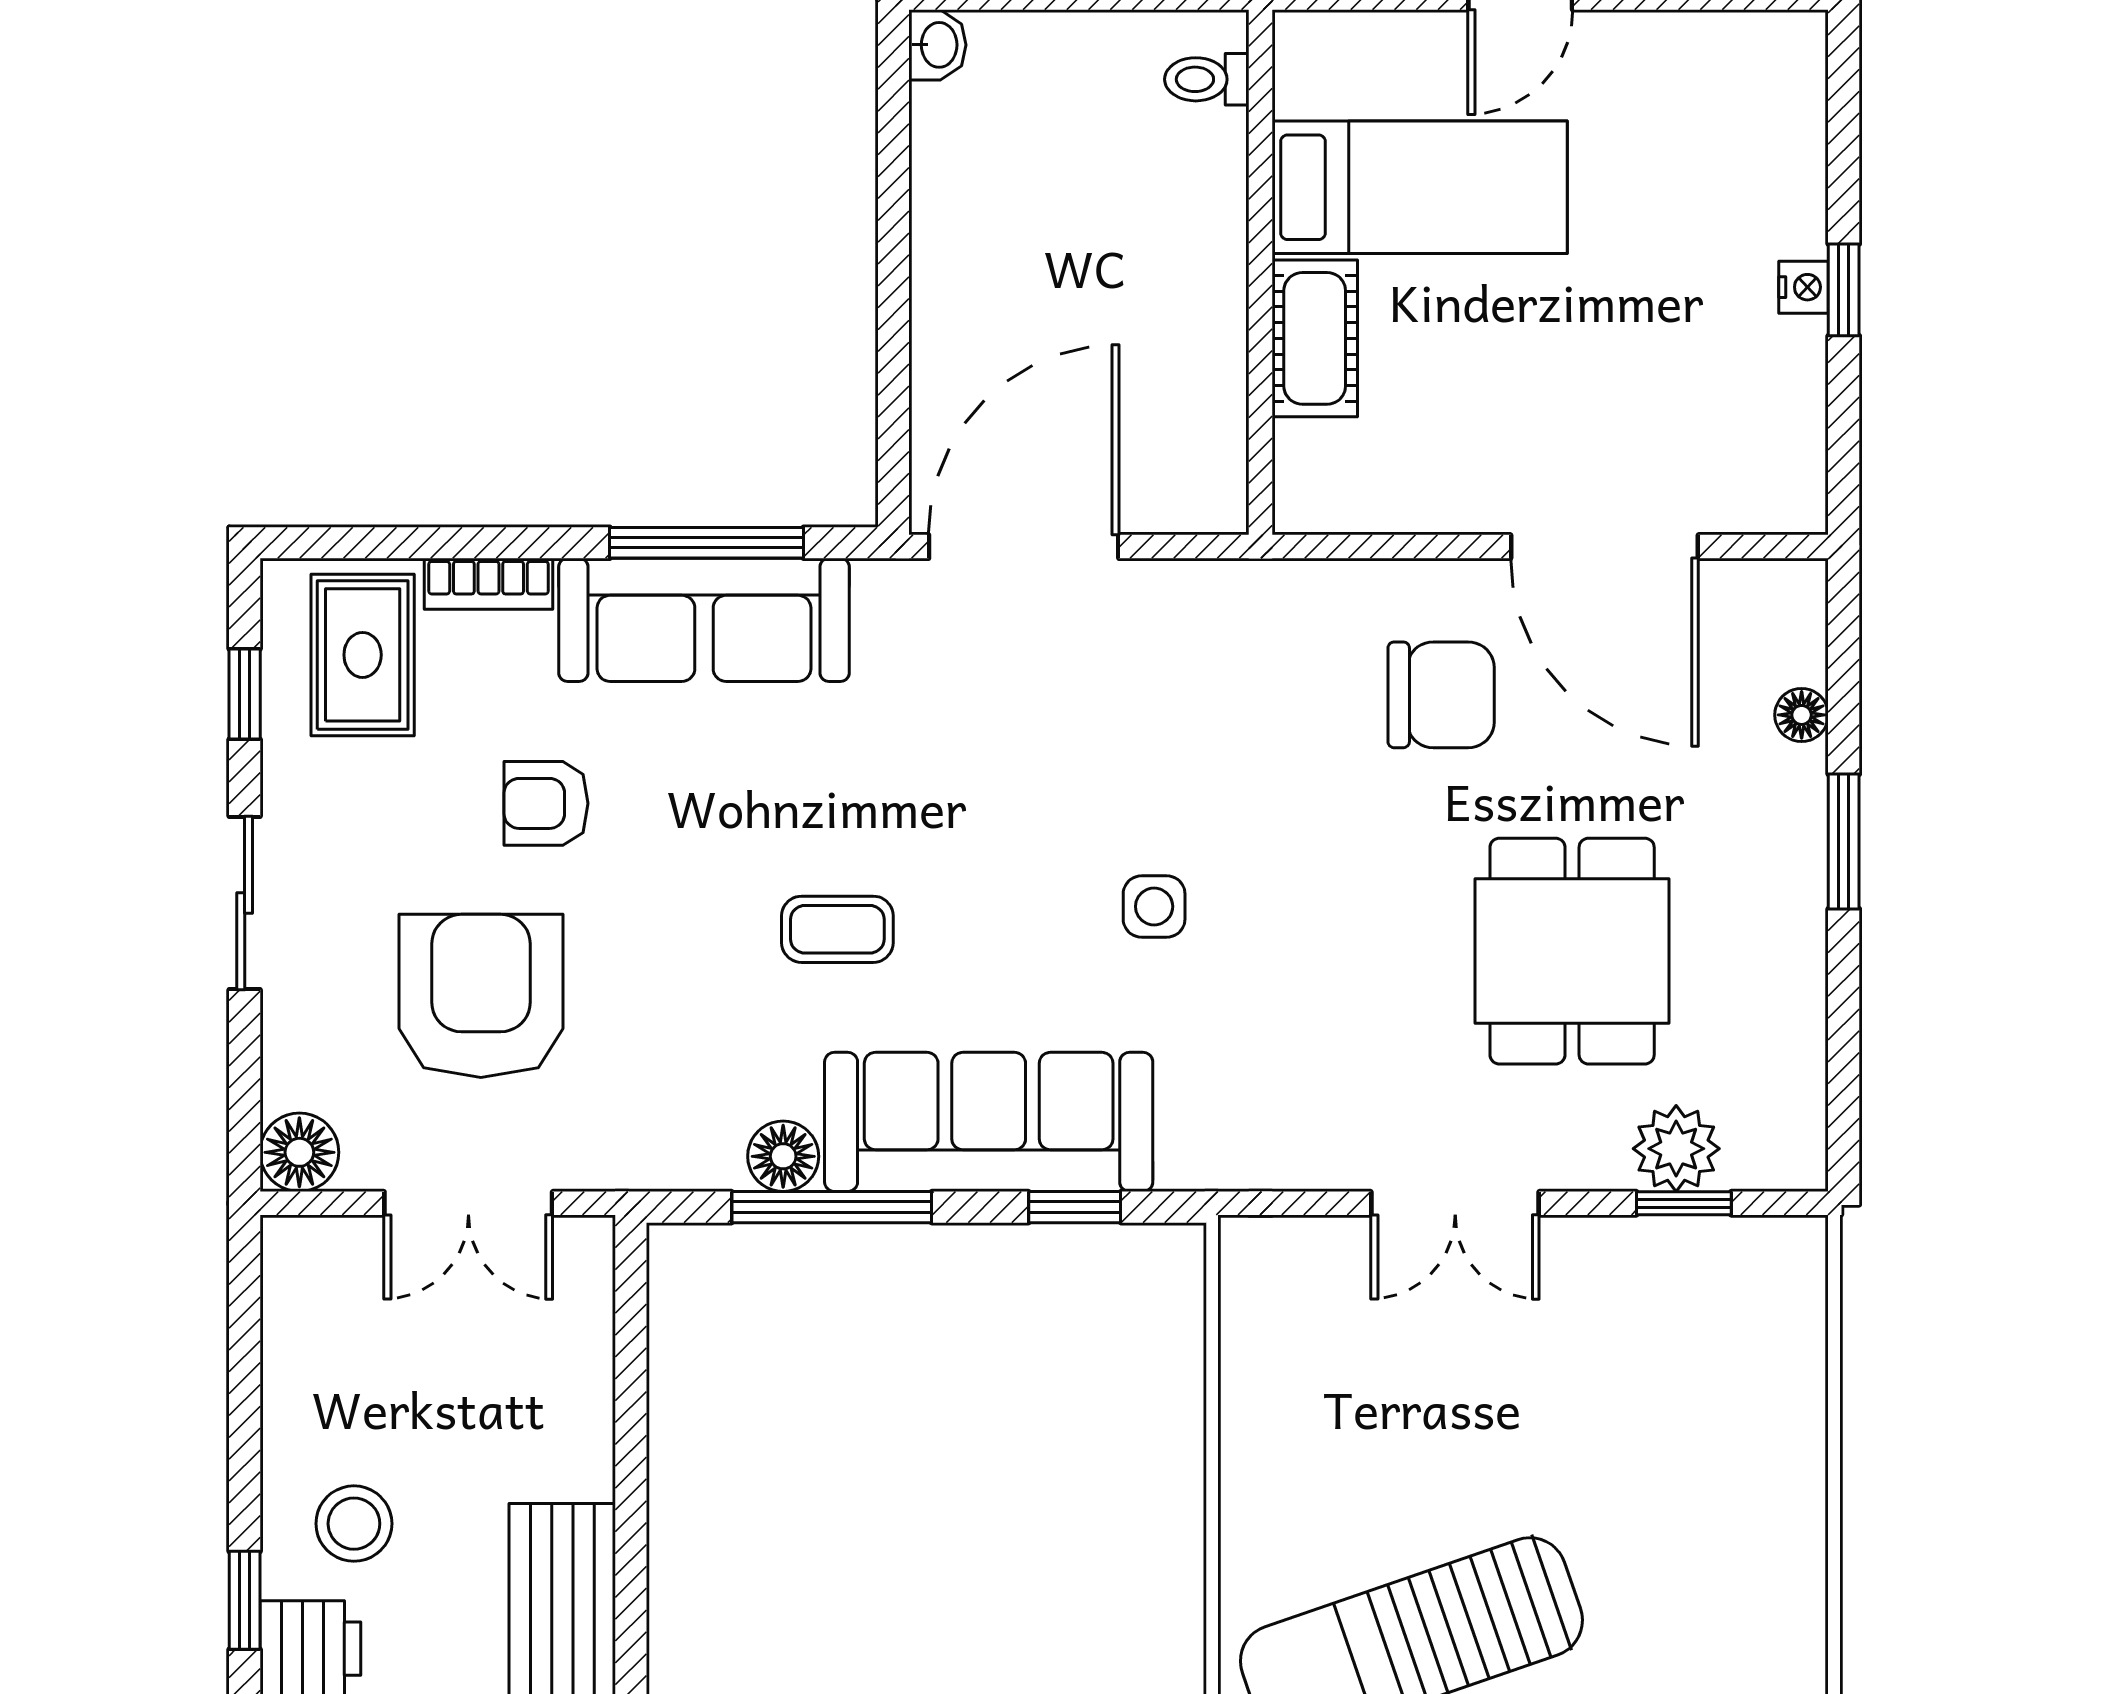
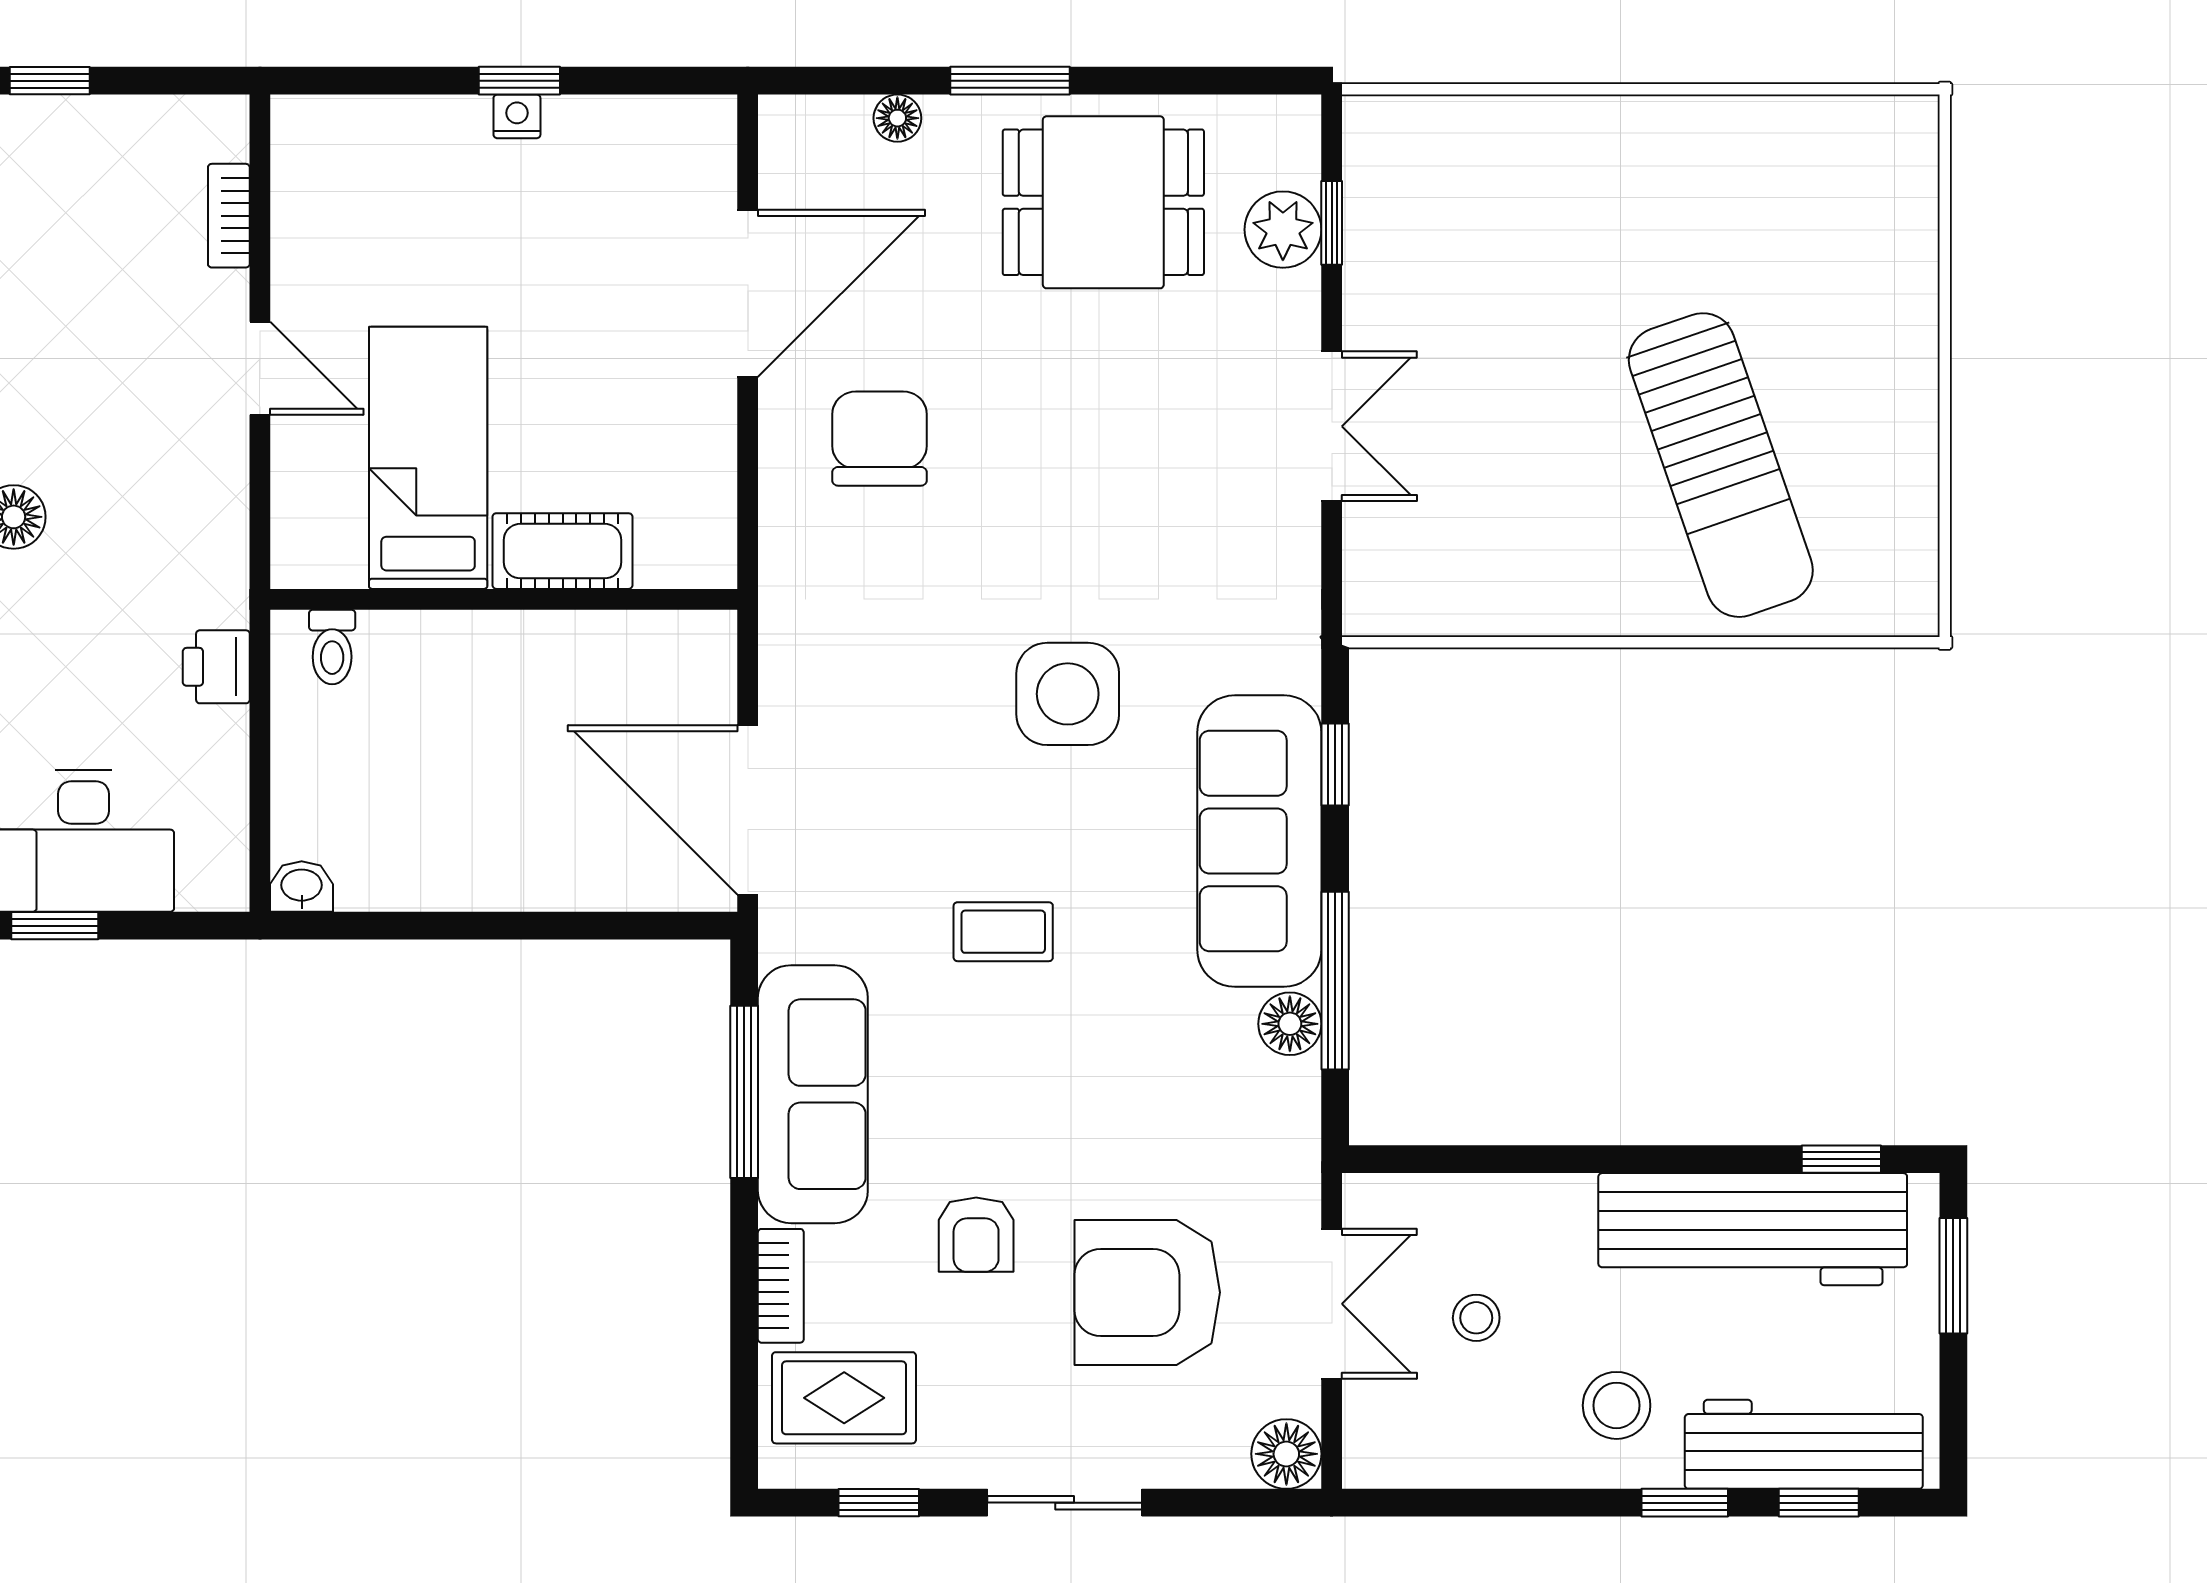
side table: (1154, 906) -> (1068, 694), width x1.87, depth x1.87
coffee table: (837, 929) -> (1003, 932), moved, turned 90
dining table: (1572, 951) -> (1103, 202), moved
stool: (453, 1366) -> (1476, 1318), added

